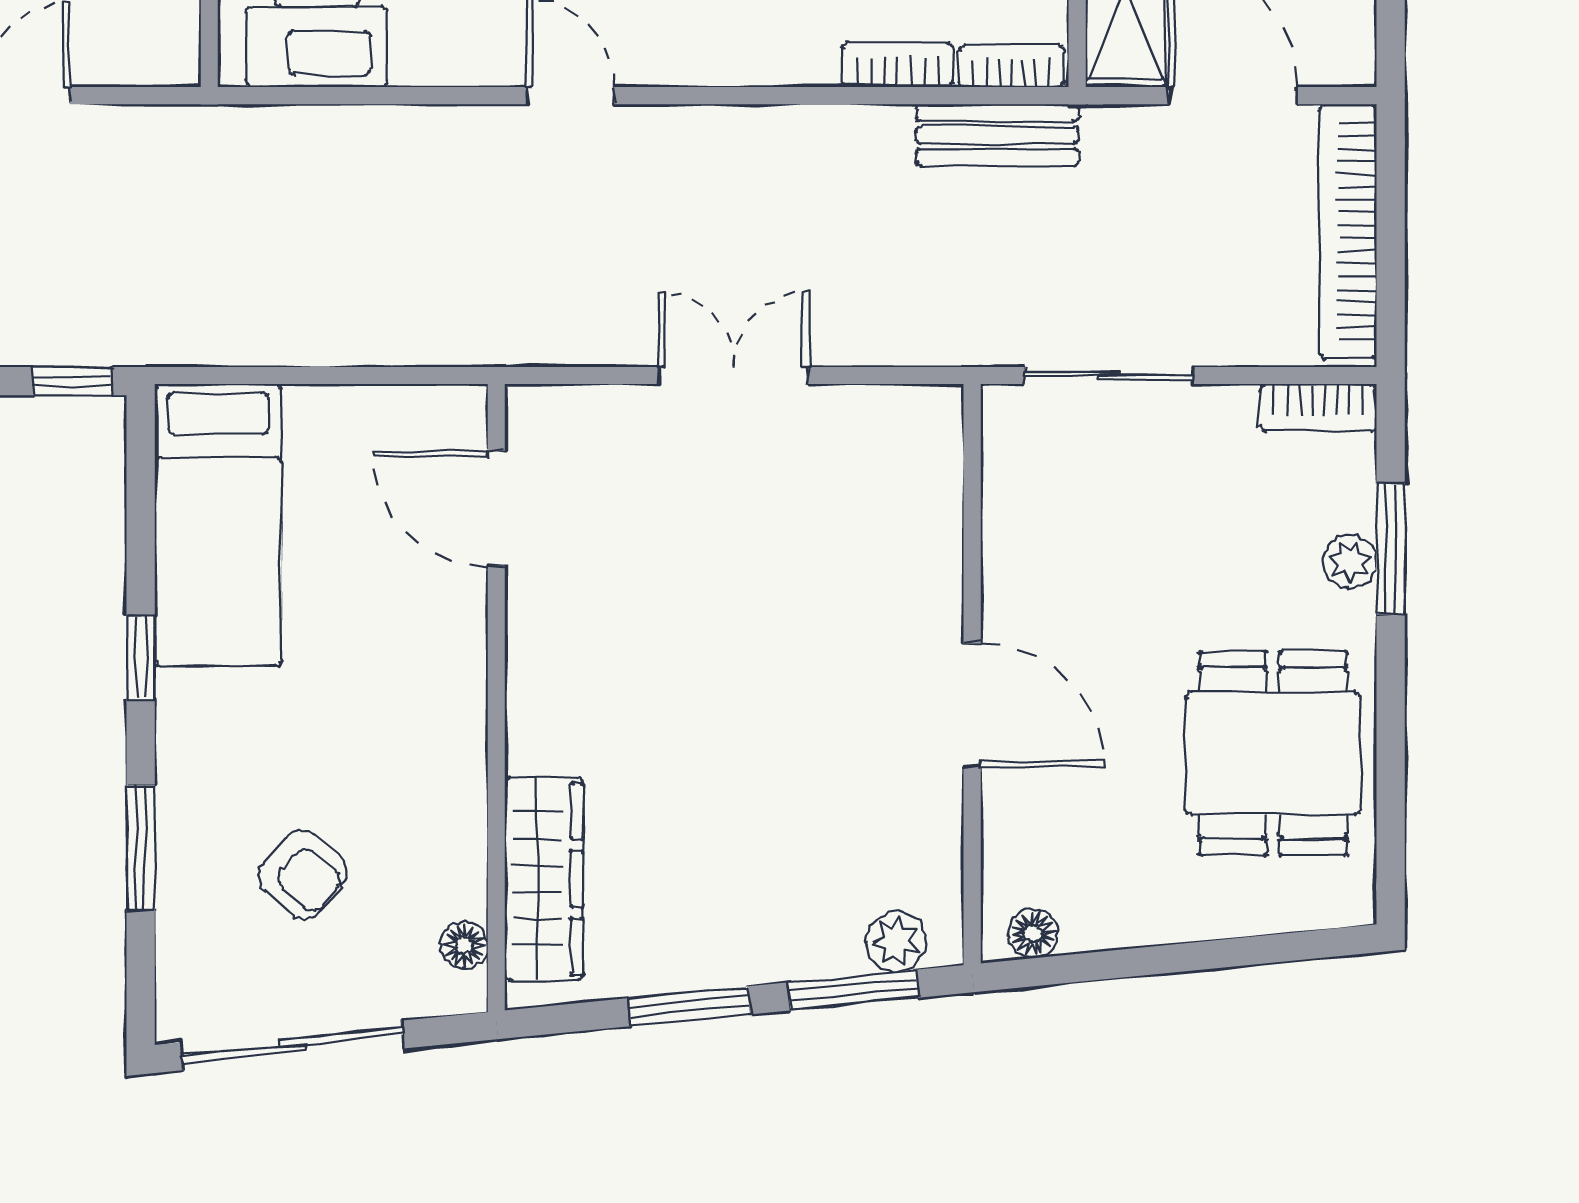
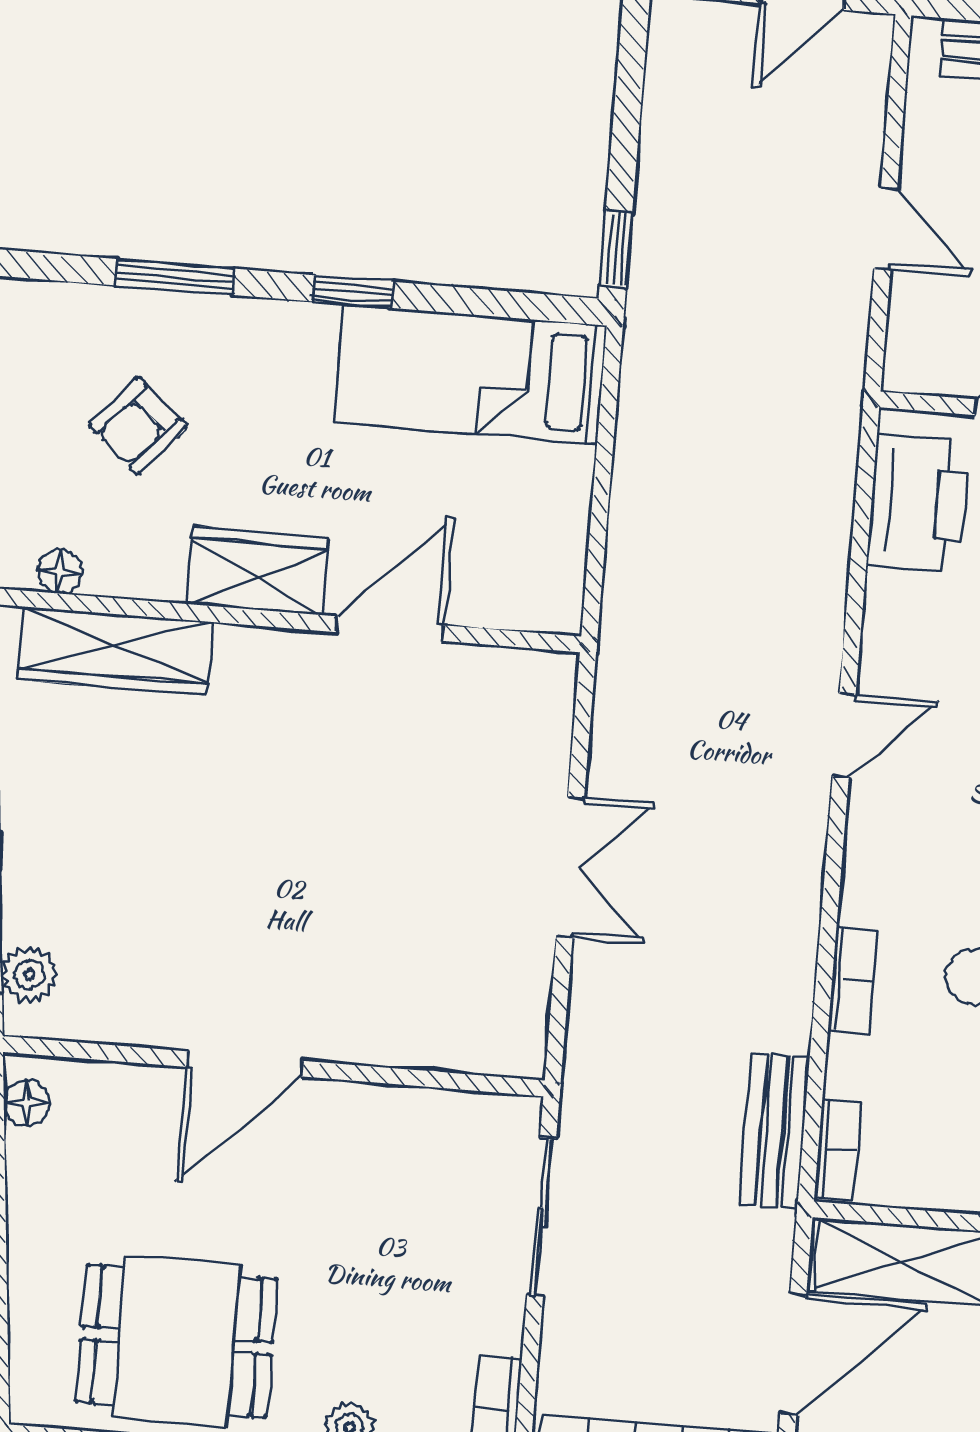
bookcase: (898, 65) -> (853, 980), moved
door: (496, 508) -> (390, 629), moved
wardrobe: (446, 734) -> (258, 571), added

